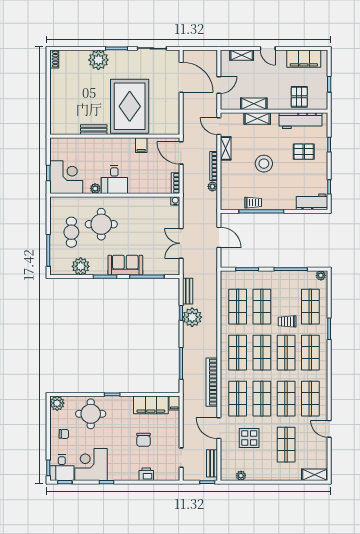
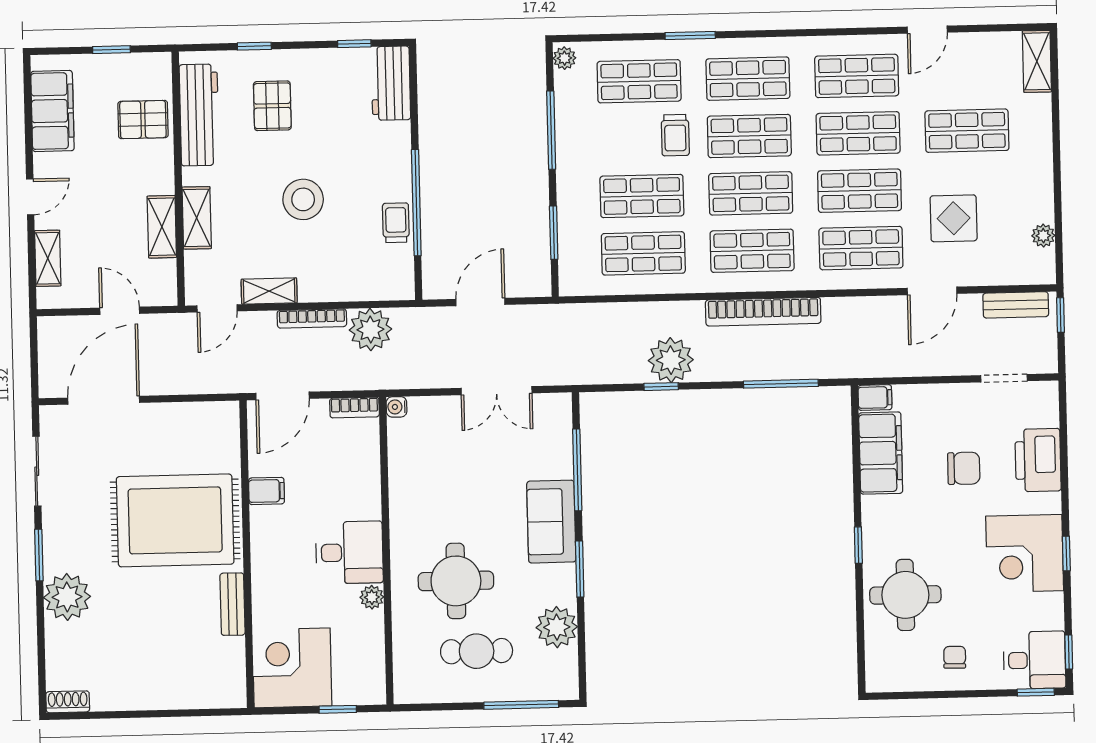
corner desk: (66, 177) -> (292, 668), moved
plant: (212, 186) -> (370, 330), width x1.88, depth x1.88
bench: (188, 291) -> (609, 373), removed
bookcase: (212, 382) -> (763, 312), moved
plant: (57, 403) -> (882, 675), removed
corner desk: (91, 465) -> (1025, 553), moved
printer: (146, 474) -> (1038, 460), width x1.87, depth x1.48

